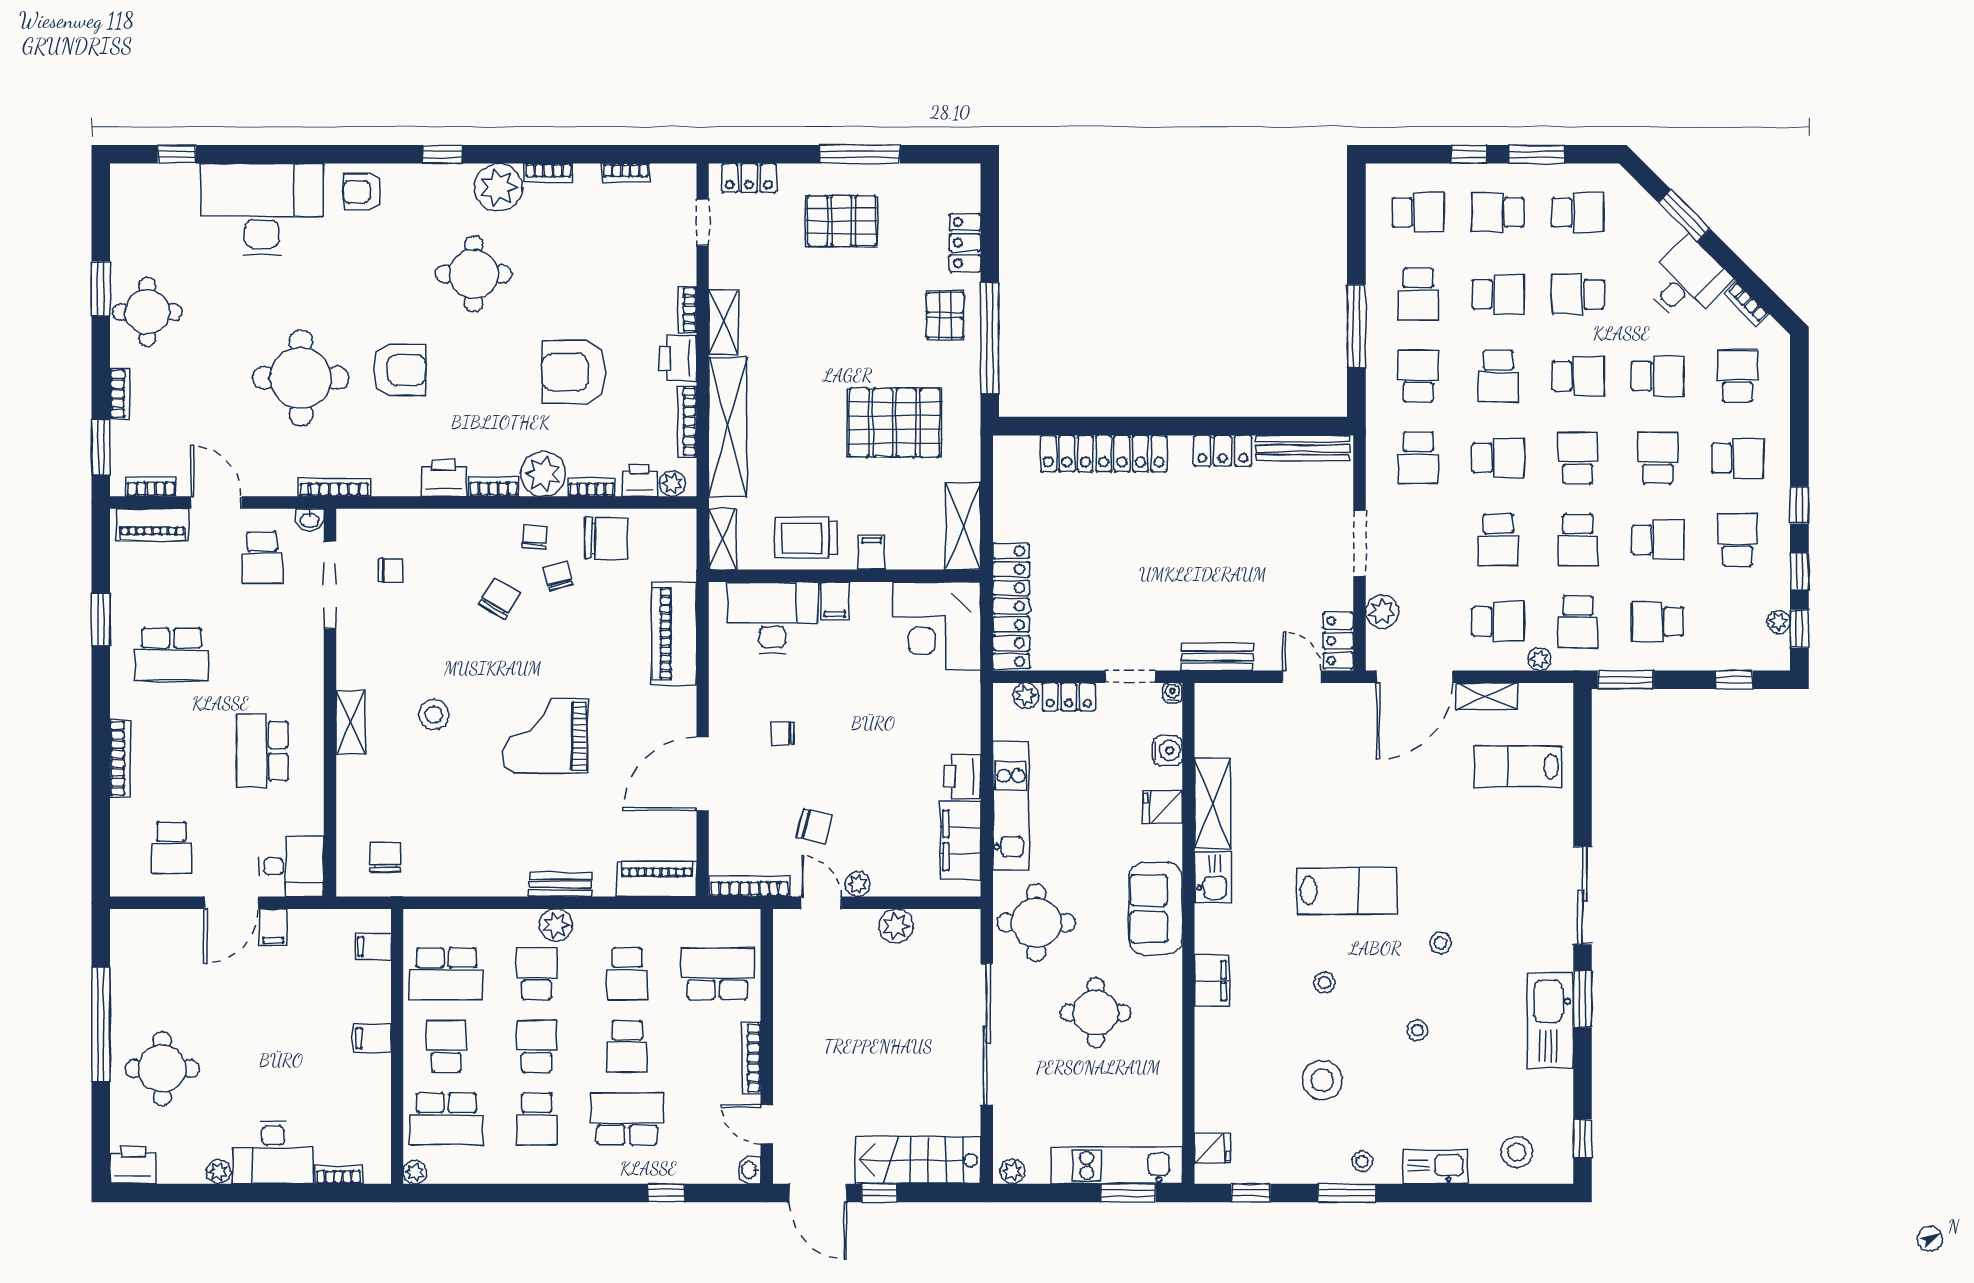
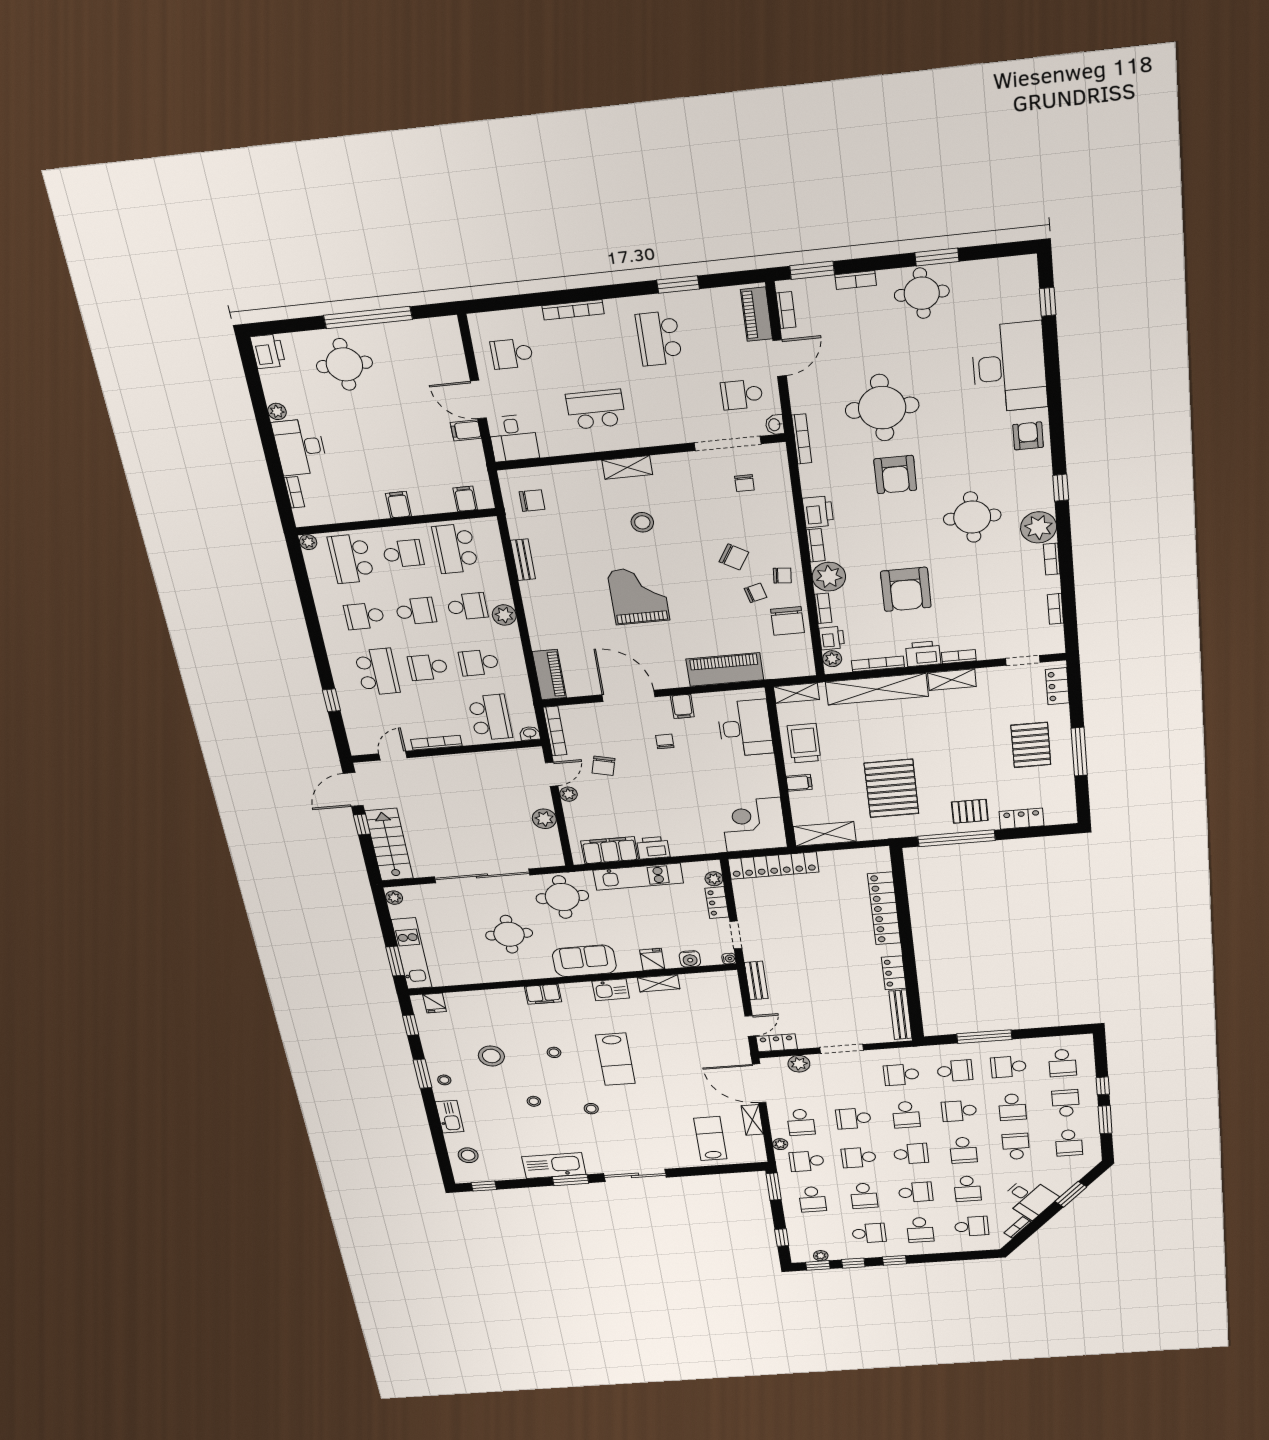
armchair: (574, 372) -> (906, 589), turned 180
filing cabinet: (835, 601) -> (682, 706), moved, turned -90
school desk: (1658, 622) -> (812, 1199), turned 180
shelving: (1213, 804) -> (659, 983), width x0.67, depth x0.75
bench: (560, 885) -> (523, 560), moved
washbasin: (750, 1170) -> (530, 733), moved

